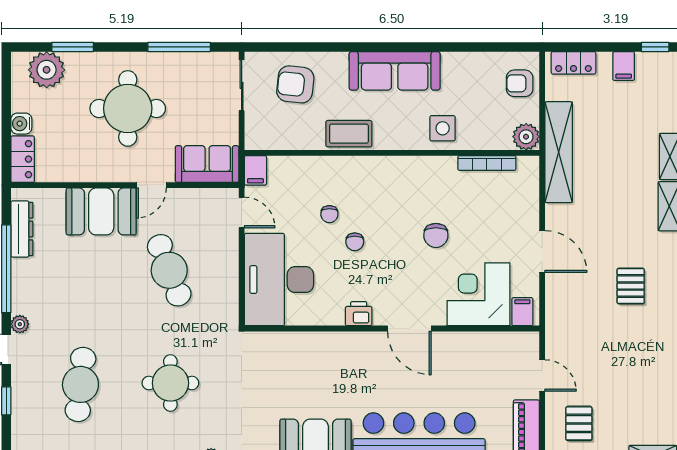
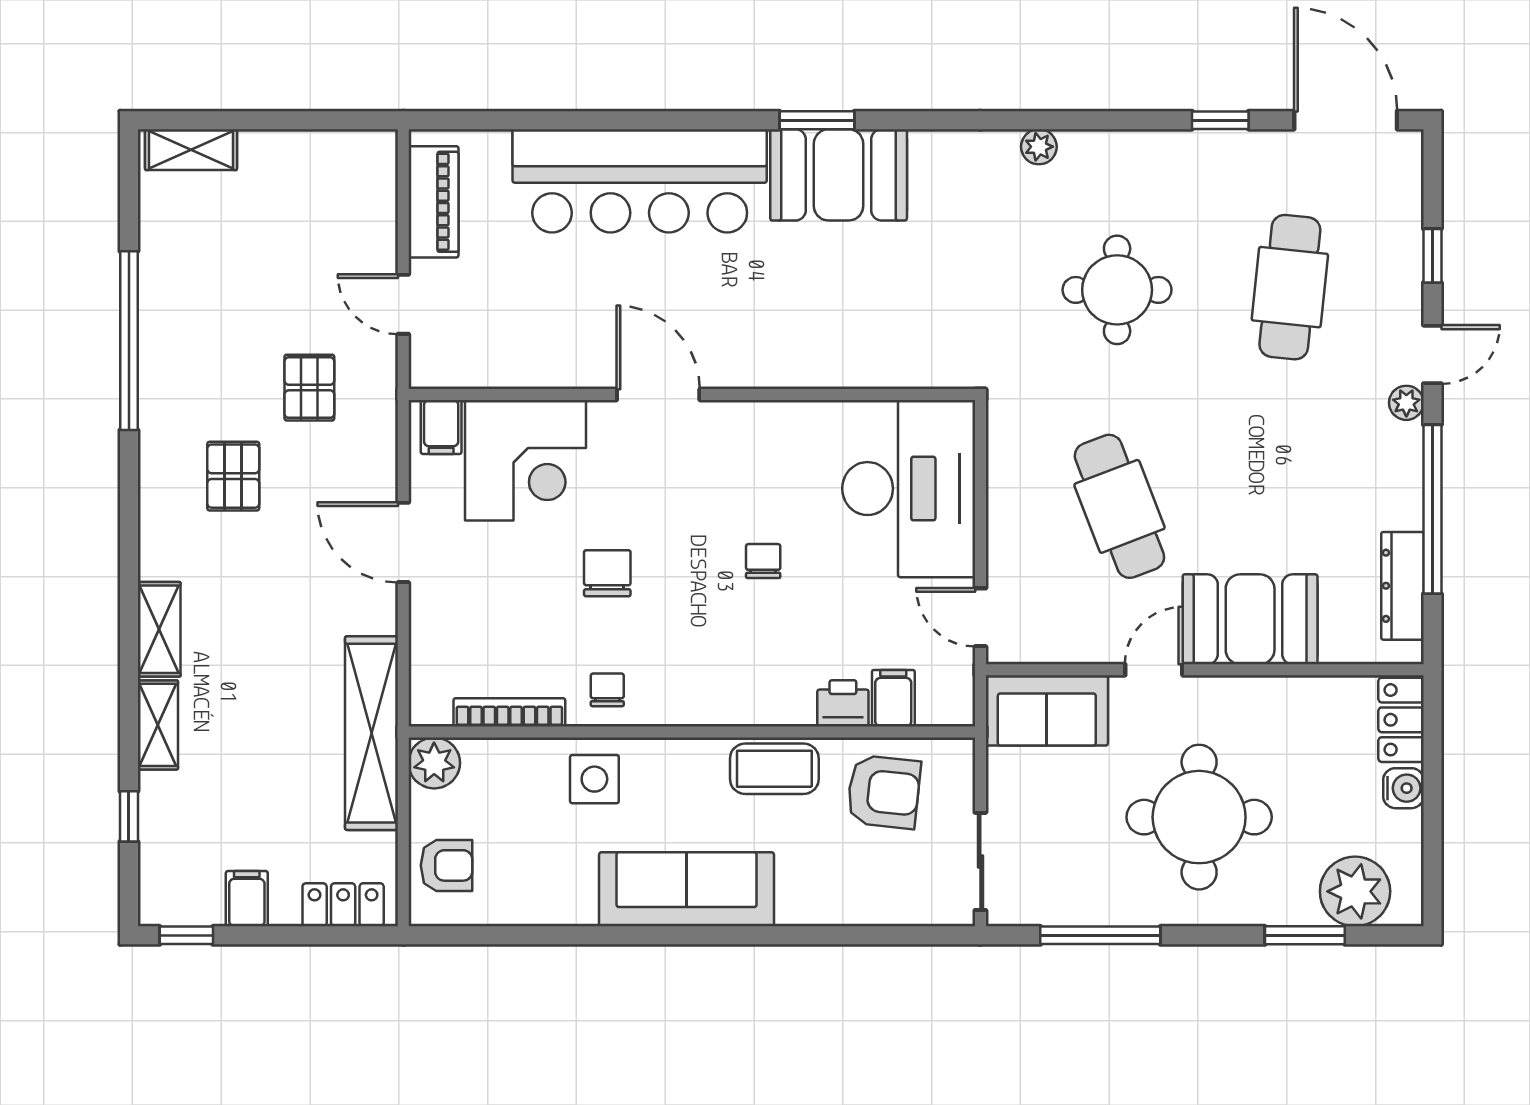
armchair: (295, 84) -> (884, 792), moved
filing cabinet: (255, 170) -> (893, 698), moved
chair: (329, 214) -> (607, 690), moved
printer: (359, 314) -> (843, 703), moved, turned 180
pallet: (579, 423) -> (309, 388), moved

